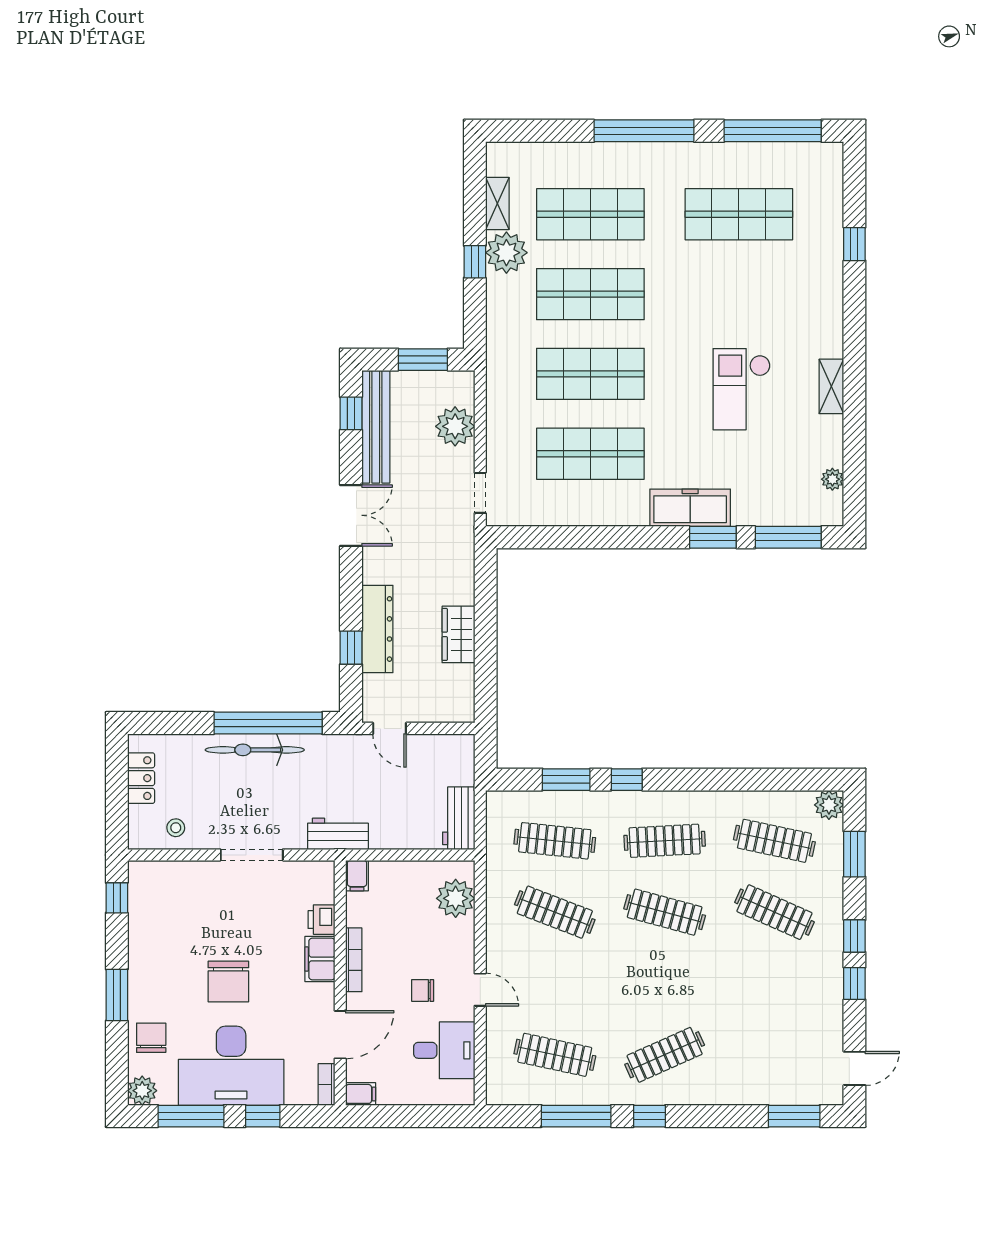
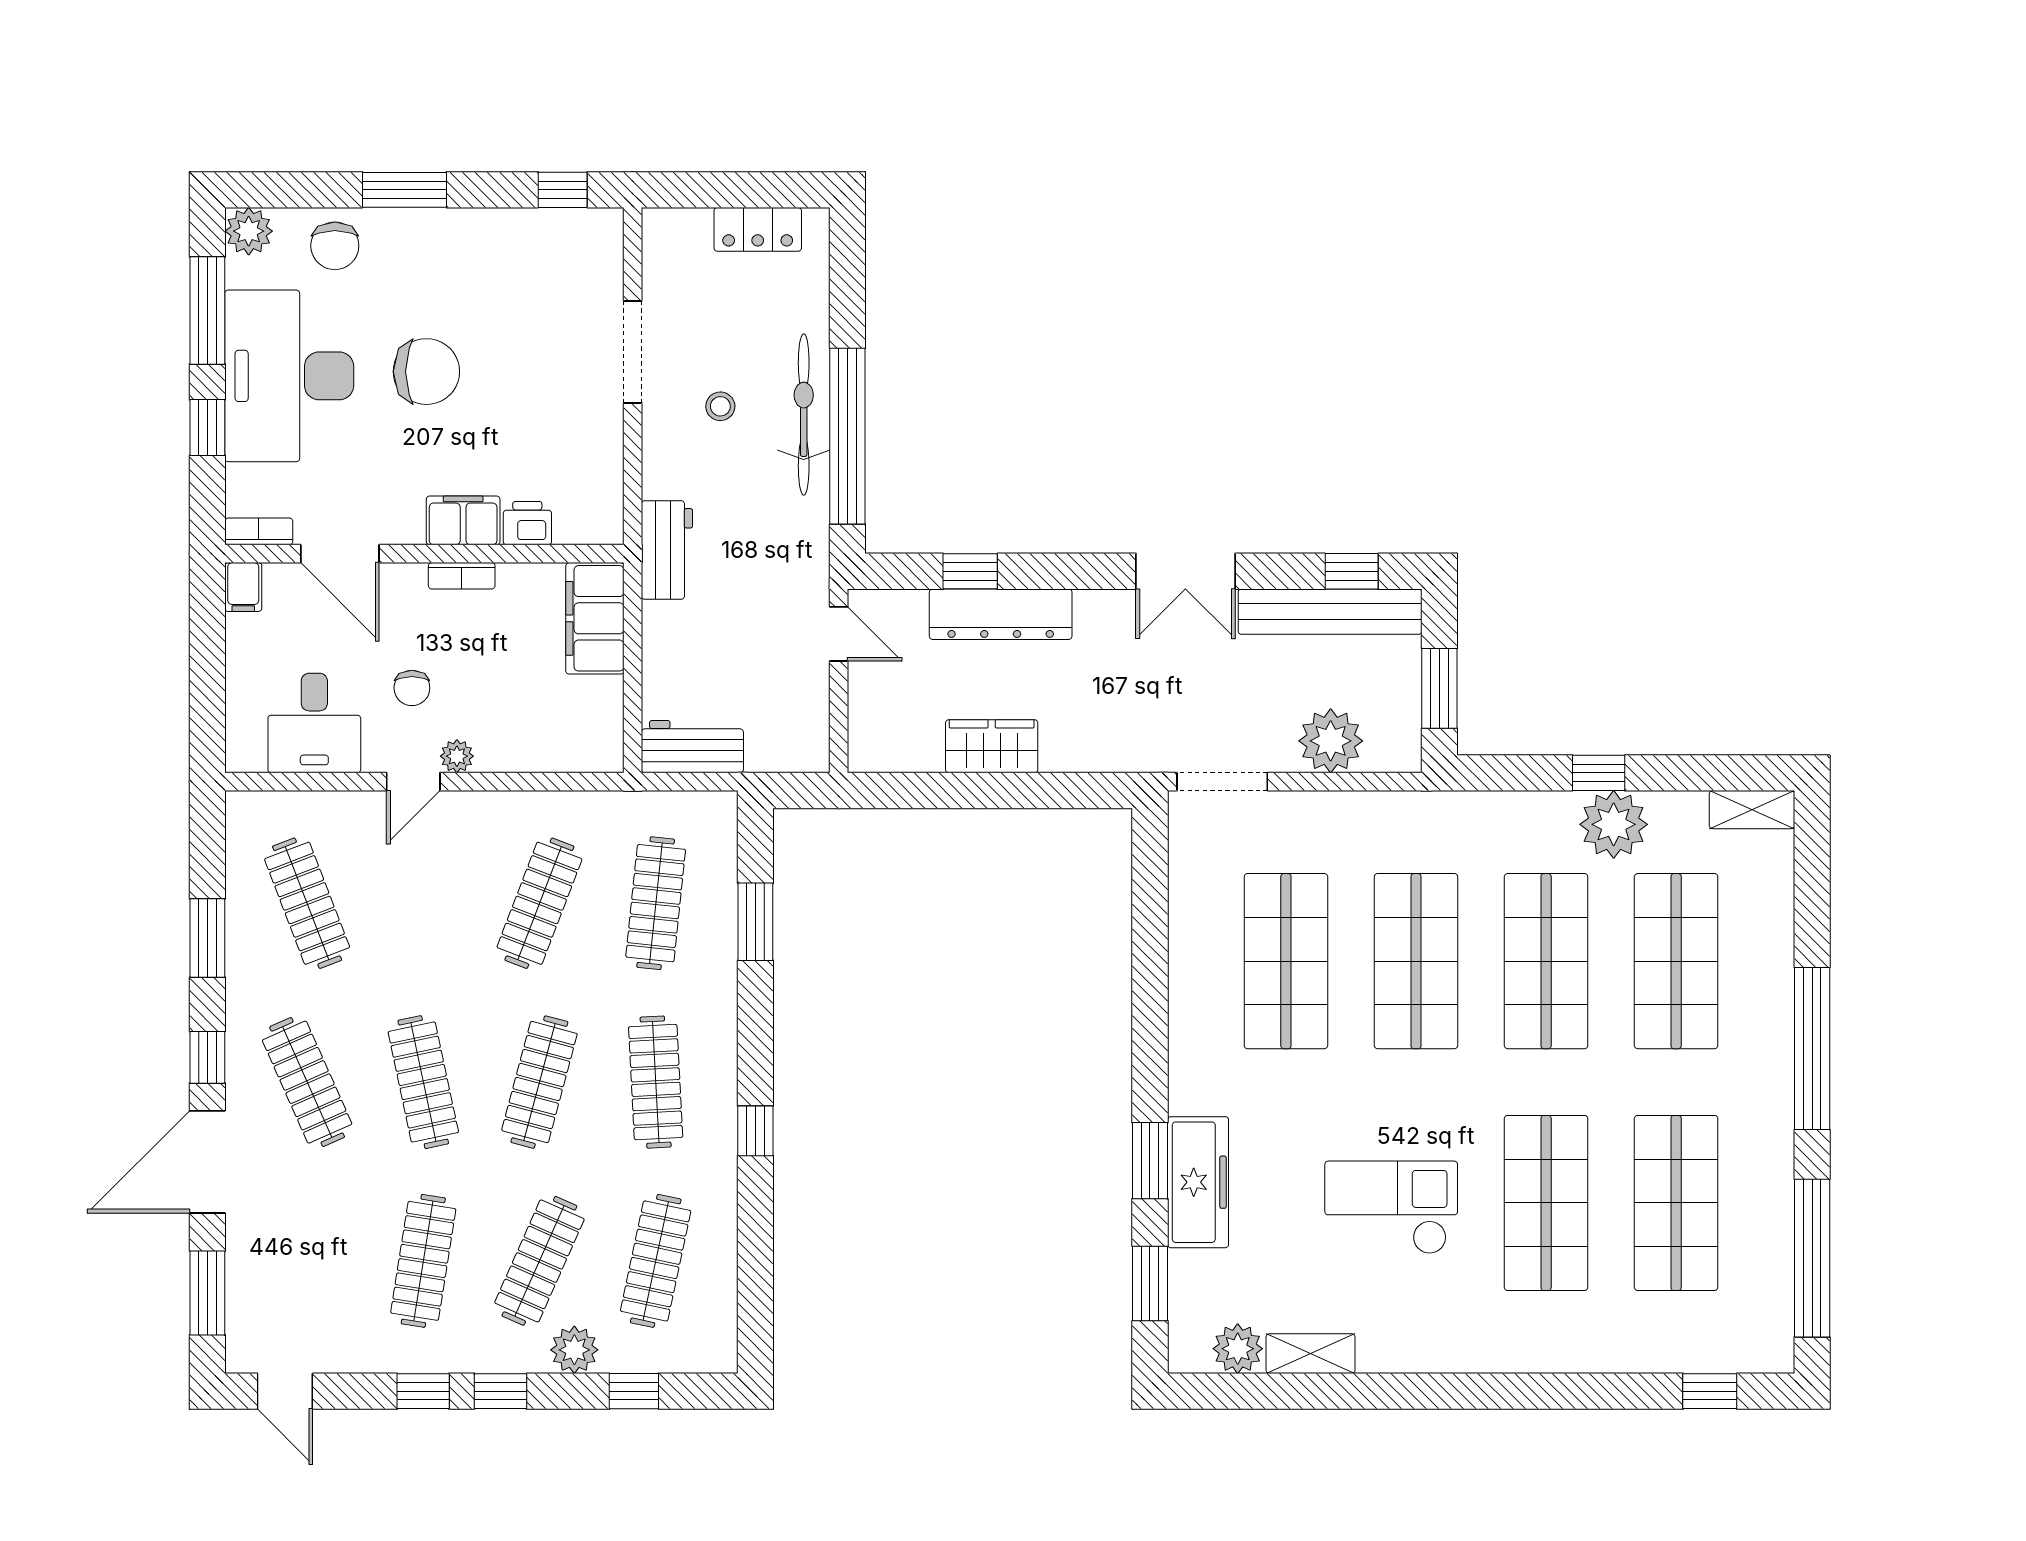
shelving: (497, 203) -> (1752, 810), moved
window: (854, 244) -> (1710, 1391), moved
shop shelf: (739, 294) -> (1546, 1203), added
shelving: (831, 386) -> (1311, 1354), moved
plant: (832, 479) -> (1238, 1349), width x1.38, depth x1.38
doorway: (480, 493) -> (1222, 782), width x1.38
freezer: (690, 508) -> (1198, 1182), moved
window: (788, 537) -> (1150, 1283), width x0.69
door: (389, 728) -> (839, 634), swing flipped
window: (627, 780) -> (755, 1131), moved
plant: (829, 805) -> (574, 1350), moved
stool: (176, 828) -> (720, 406), moved
window: (854, 854) -> (634, 1391), width x0.67
doorway: (252, 855) -> (633, 352), moved
filing cabinet: (357, 876) -> (595, 618), width x3.00, depth x1.17
plant: (456, 898) -> (457, 756), moved, width x0.53, depth x0.53
bookcase: (354, 960) -> (462, 576), width x0.64
chair: (228, 982) -> (426, 372), turned 180
clothes rail: (665, 983) -> (423, 1082), added
clothes rail: (774, 983) -> (423, 1261), added
chair: (423, 990) -> (412, 688), turned 180
chair: (151, 1038) -> (335, 246), turned 90
clothes rail: (555, 1055) -> (307, 903), turned -33
window: (576, 1116) -> (207, 938), width x0.69
door: (714, 1116) -> (207, 1162), added

